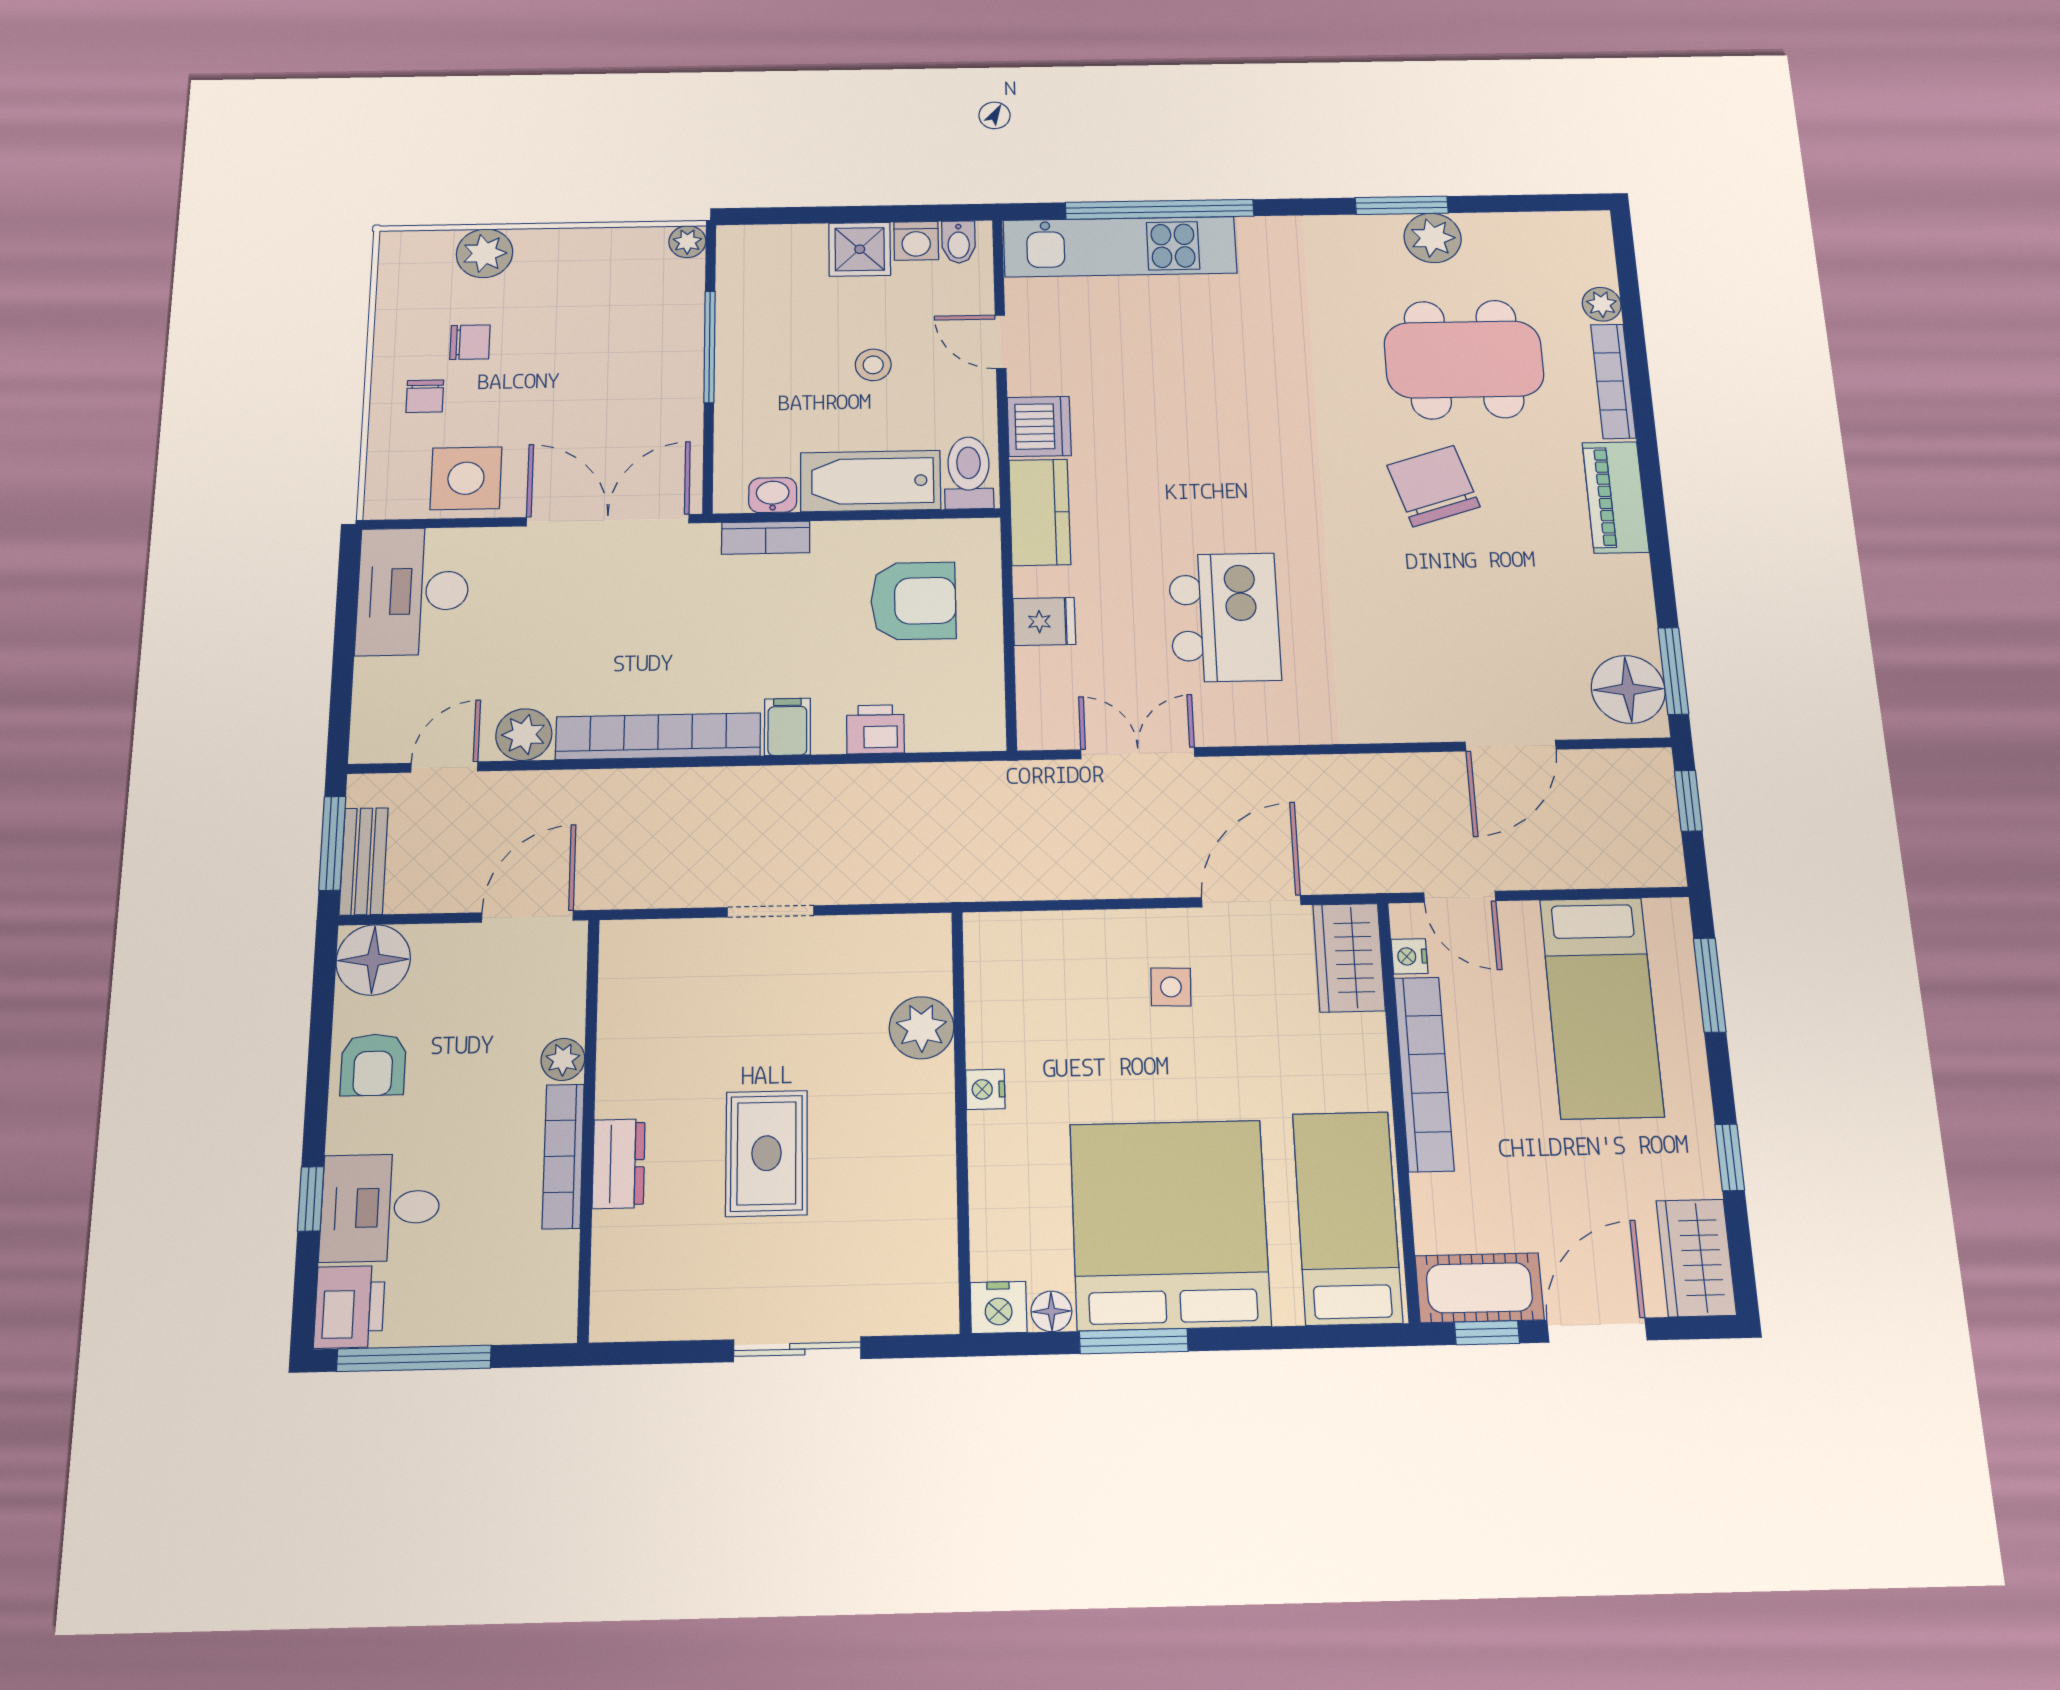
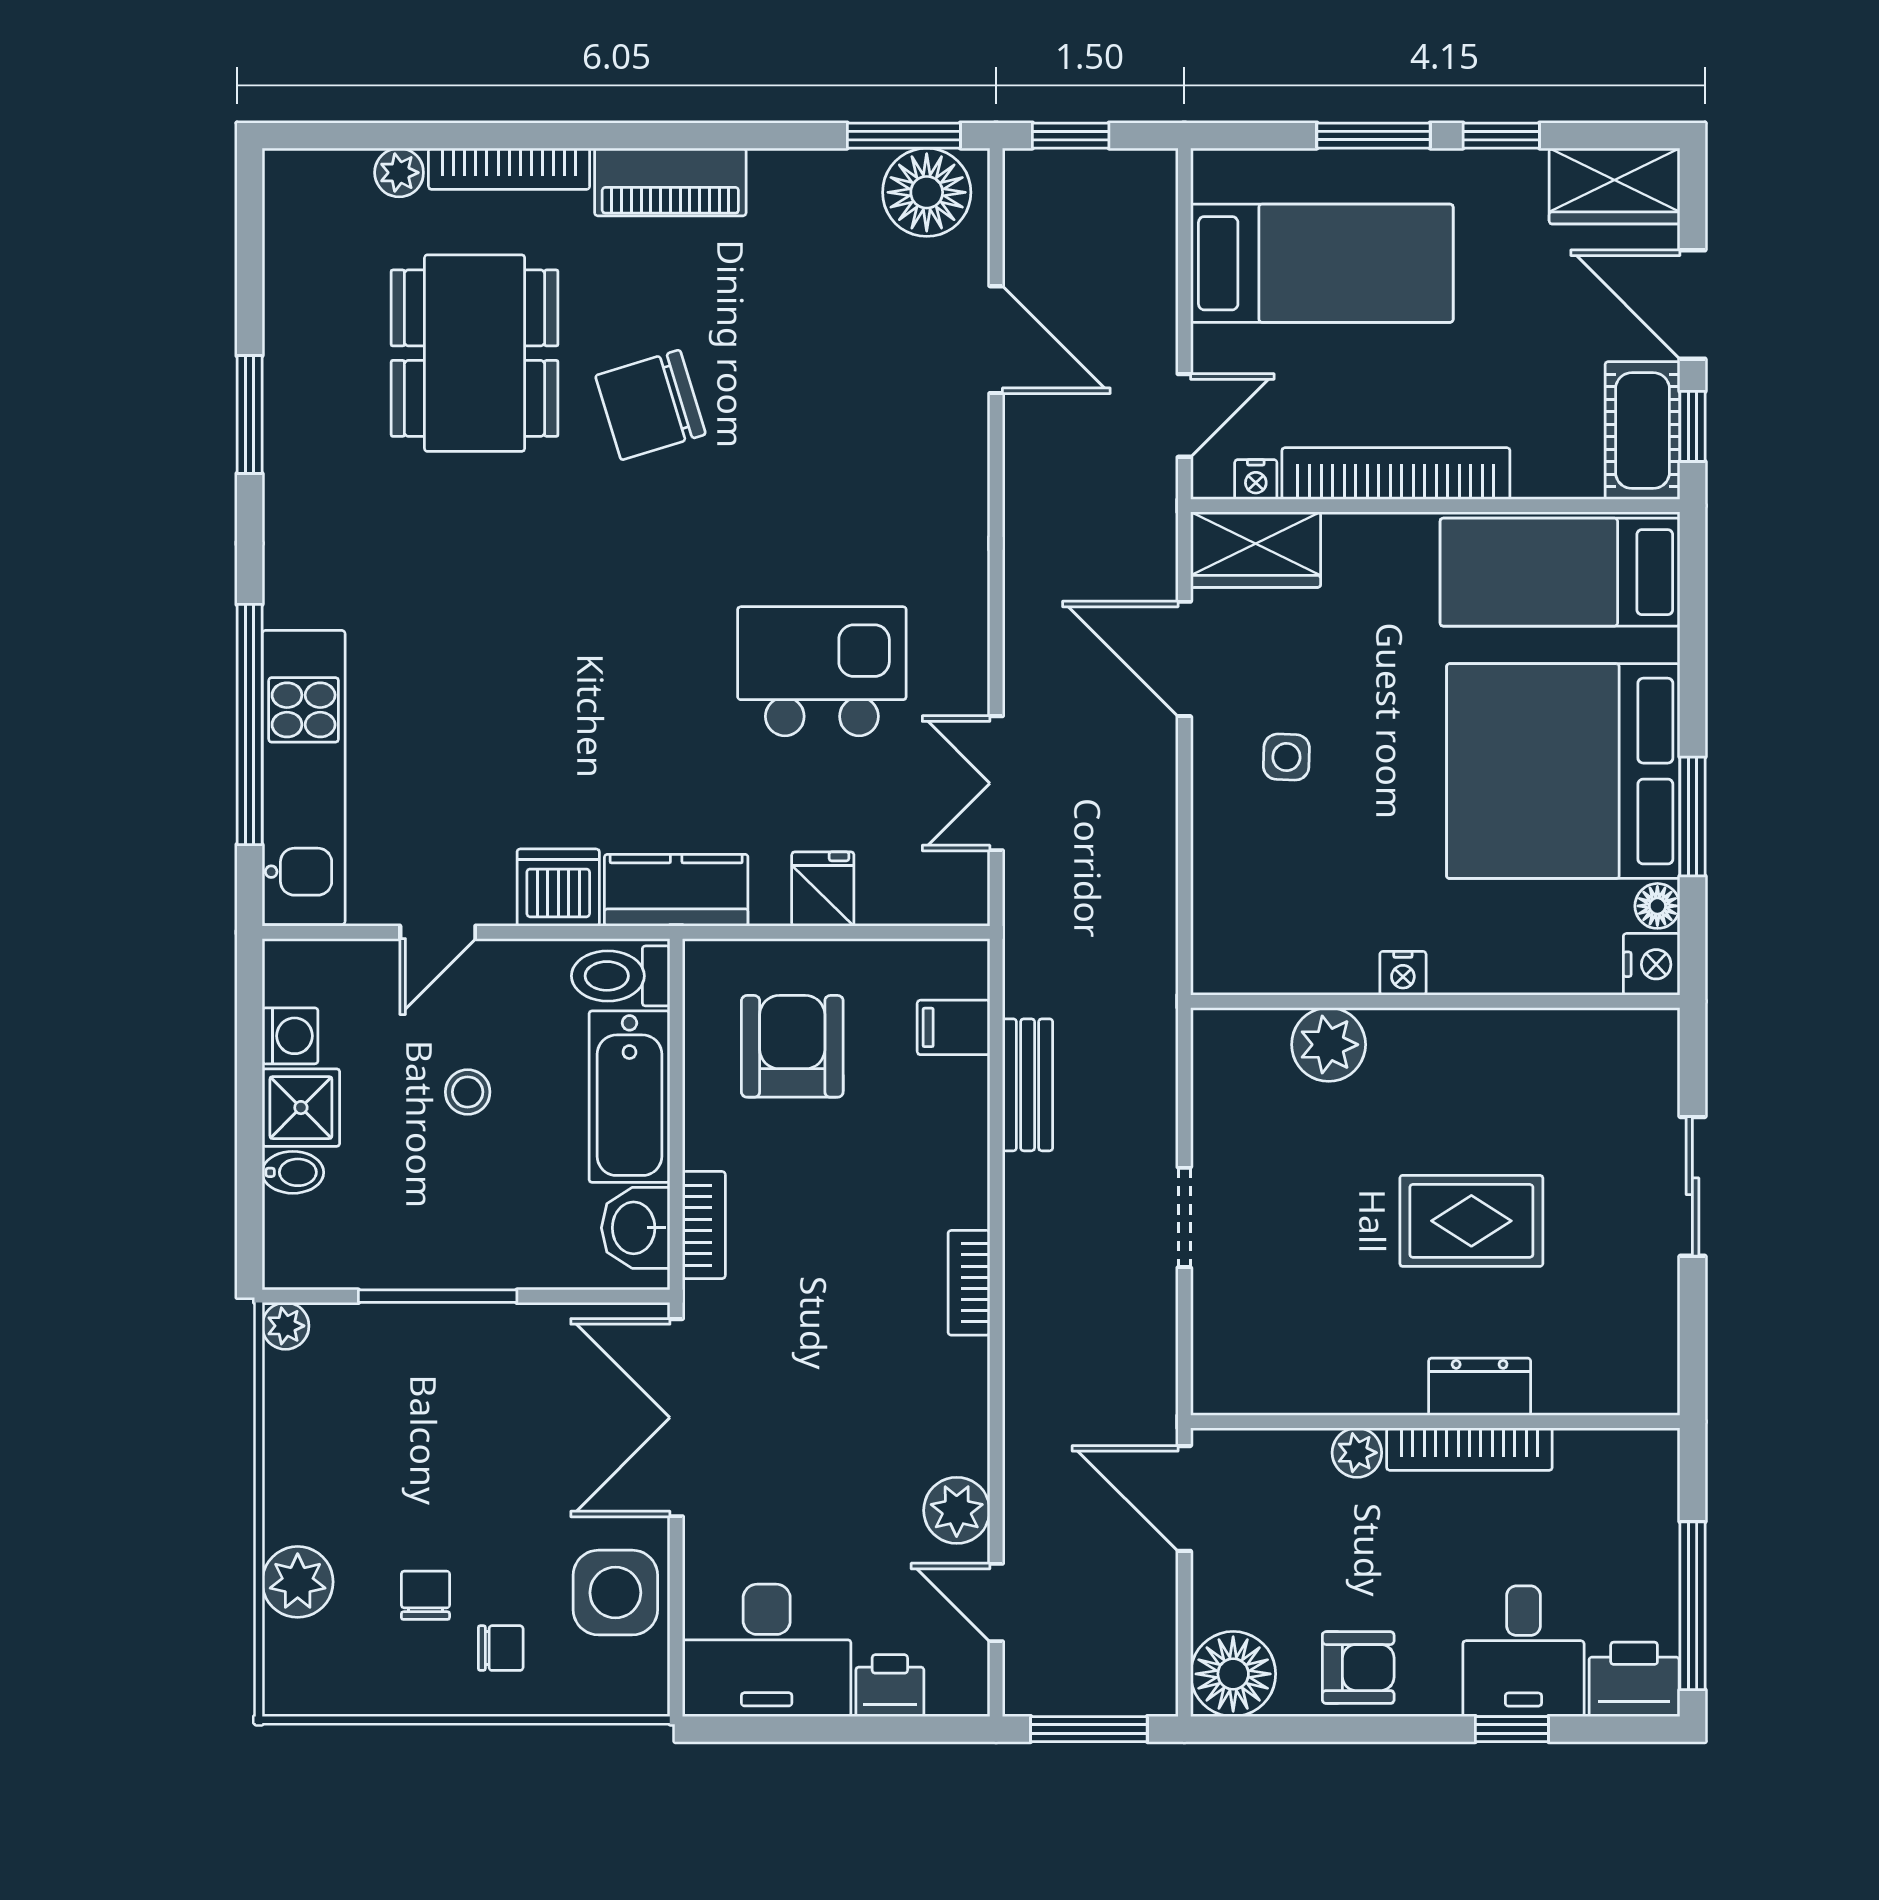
plant: (1433, 238) -> (298, 379), removed
bidet: (959, 242) -> (293, 1172), moved
washbasin: (773, 495) -> (636, 1228), width x1.38, depth x1.45
filing cabinet: (787, 727) -> (954, 1027), moved
printer: (875, 729) -> (890, 1686), moved, turned 90
bookcase: (658, 736) -> (969, 1283), width x0.43, depth x0.76
bench: (364, 861) -> (1028, 1085), moved, turned 90
window: (1710, 985) -> (1373, 136), moved

